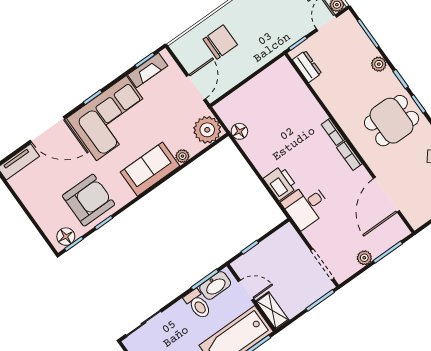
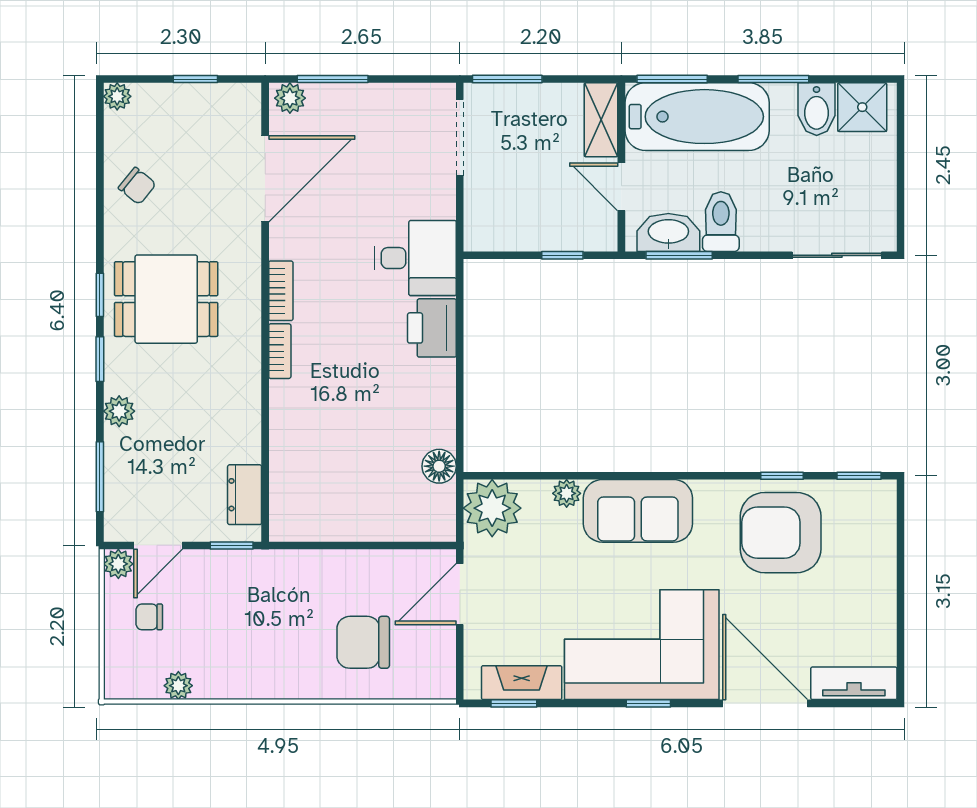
floor lamp: (66, 237) -> (864, 498), removed
plant: (364, 258) -> (290, 98), moved

